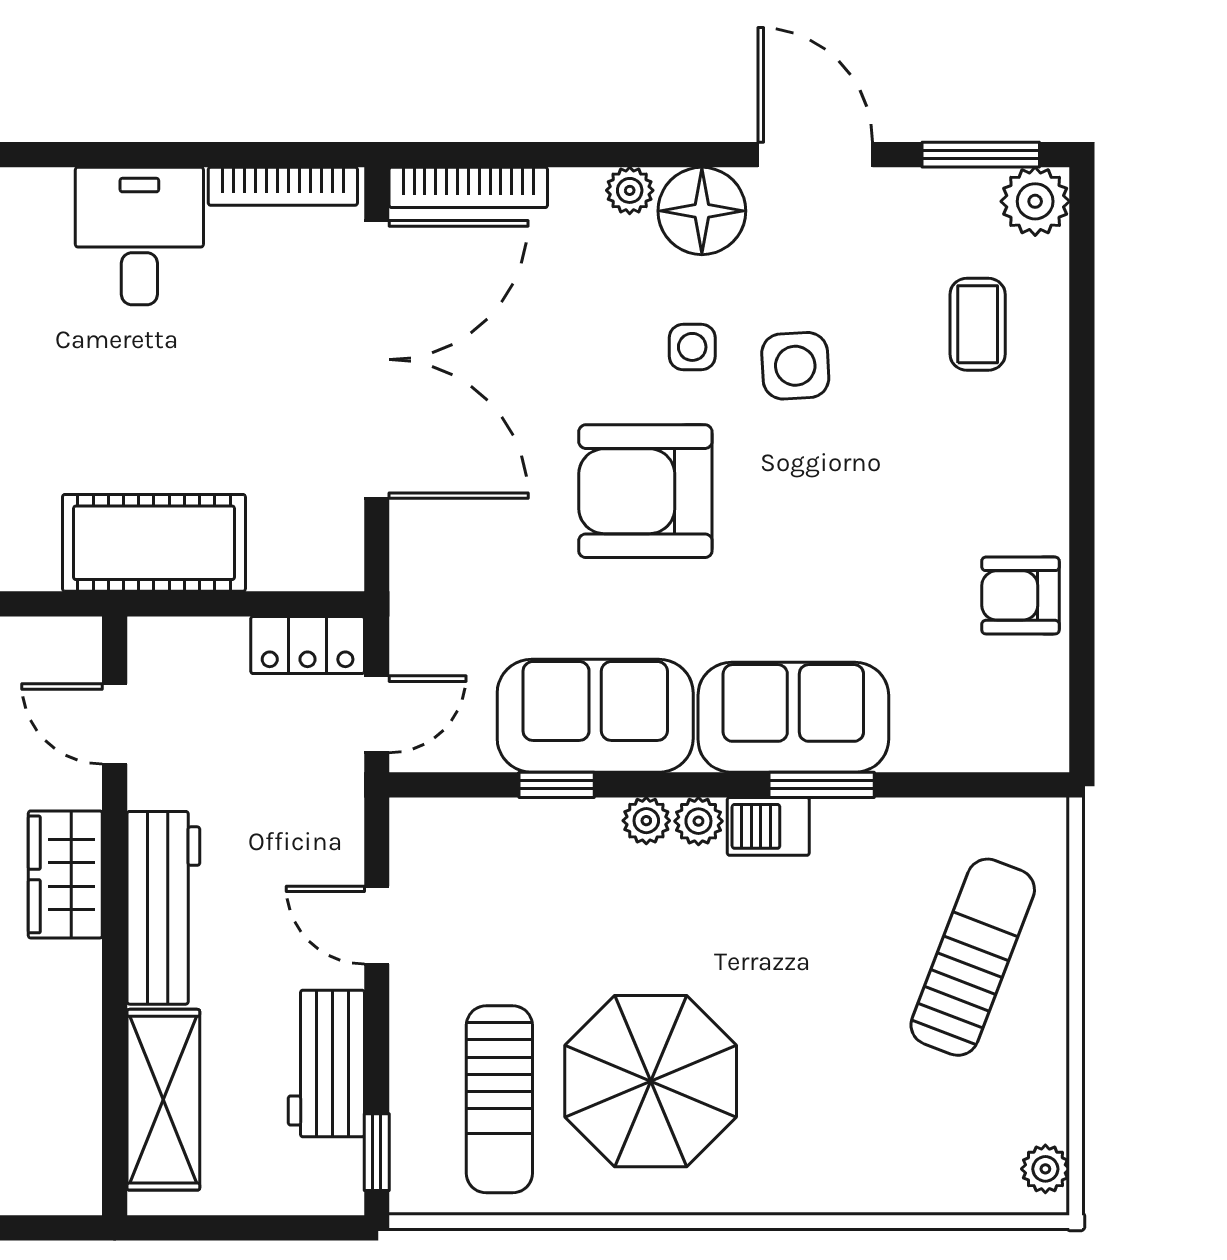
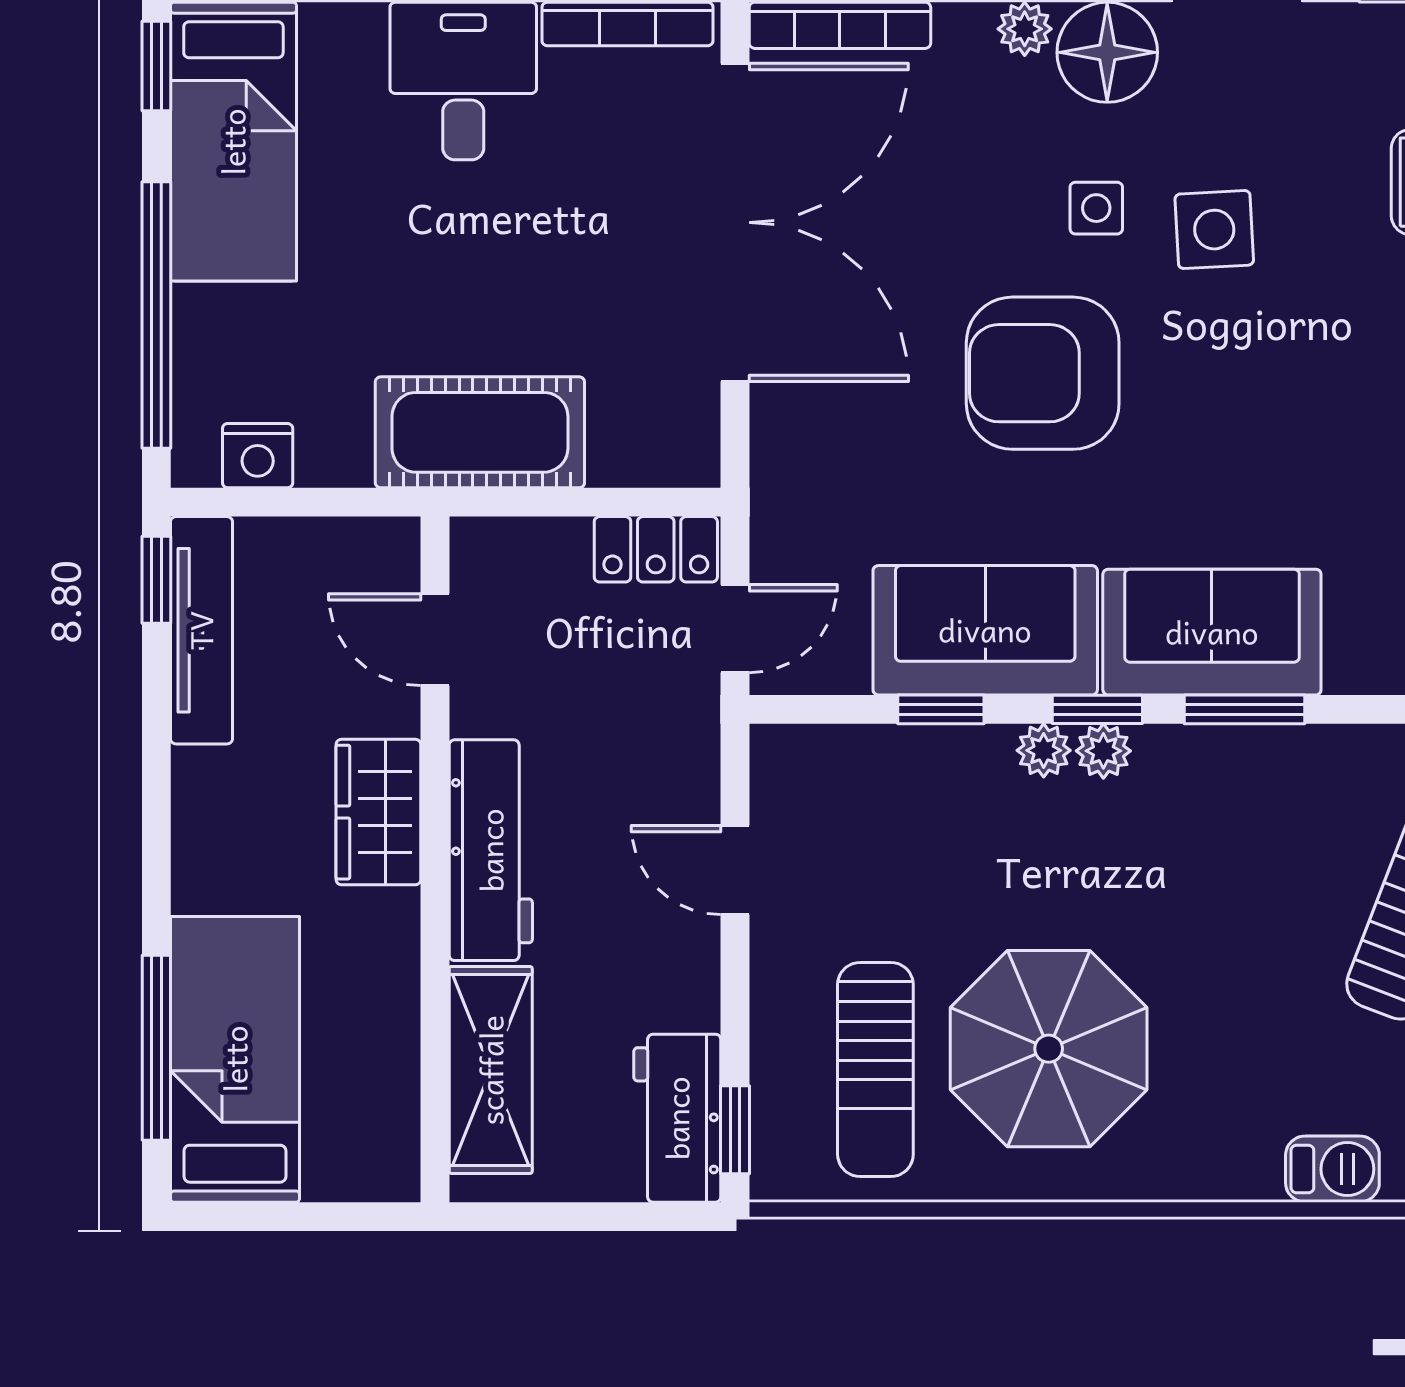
window: (693, 785) -> (1097, 709), added
barbecue: (768, 826) -> (1332, 1169), moved, turned 180
workbench: (326, 1064) -> (677, 1118), moved

